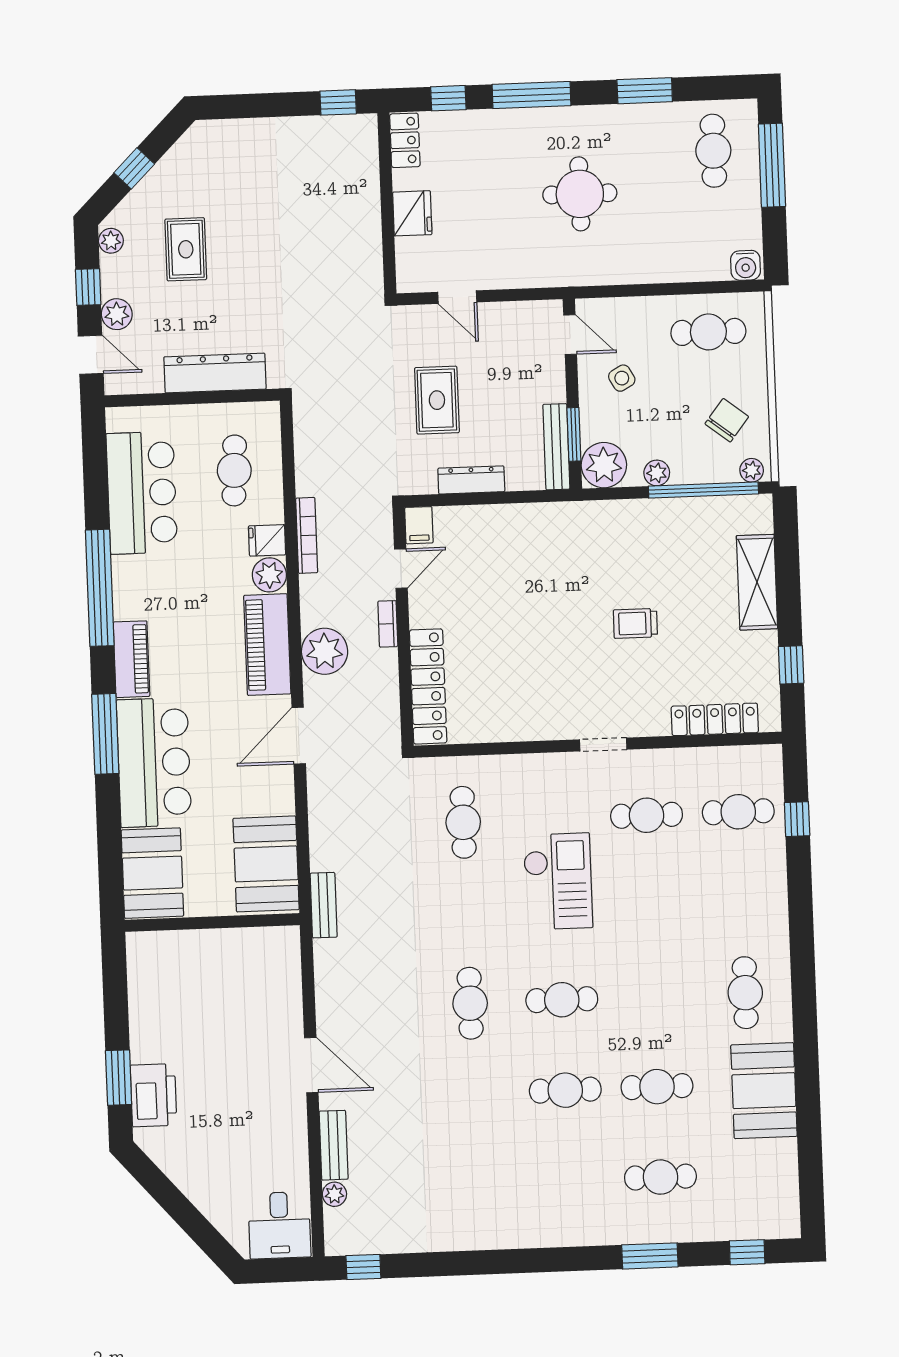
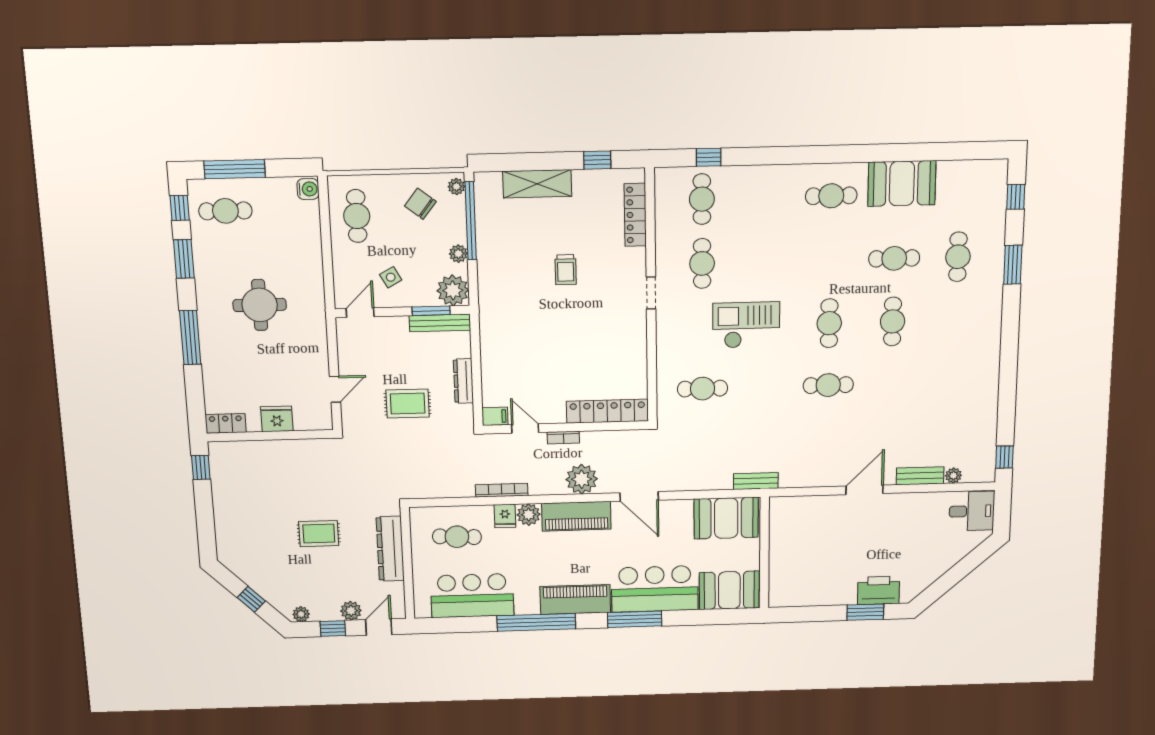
window: (448, 98) -> (180, 208), moved
rug: (186, 249) -> (319, 534), moved
piano: (131, 659) -> (575, 599), width x1.37, depth x1.33
cafe table: (657, 1087) -> (894, 258), turned 90

